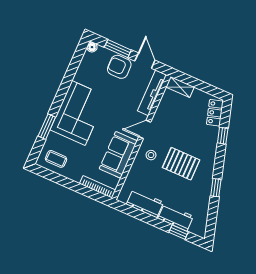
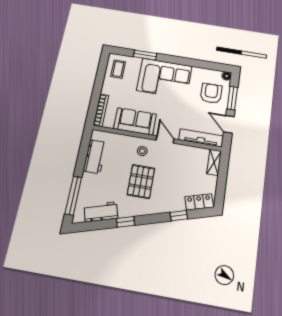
door: (145, 61) -> (229, 124), swing flipped
armchair: (119, 67) -> (211, 93), moved
workbench: (176, 217) -> (101, 212), moved, turned -106
window: (178, 232) -> (73, 196), width x2.17

